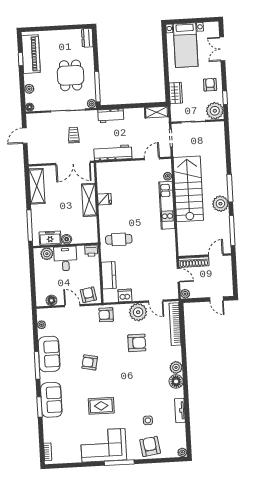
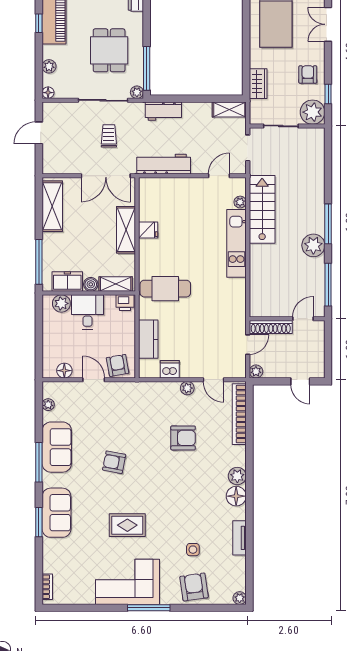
stairs: (188, 189) -> (262, 209), width x0.73, depth x0.66
shelving: (84, 238) -> (116, 284), added
cafe table: (119, 239) -> (165, 289), width x1.37, depth x1.35
door: (178, 275) -> (248, 345), hinge flipped
plant: (138, 312) -> (187, 388), width x0.53, depth x0.53
armchair: (106, 315) -> (141, 395), removed

